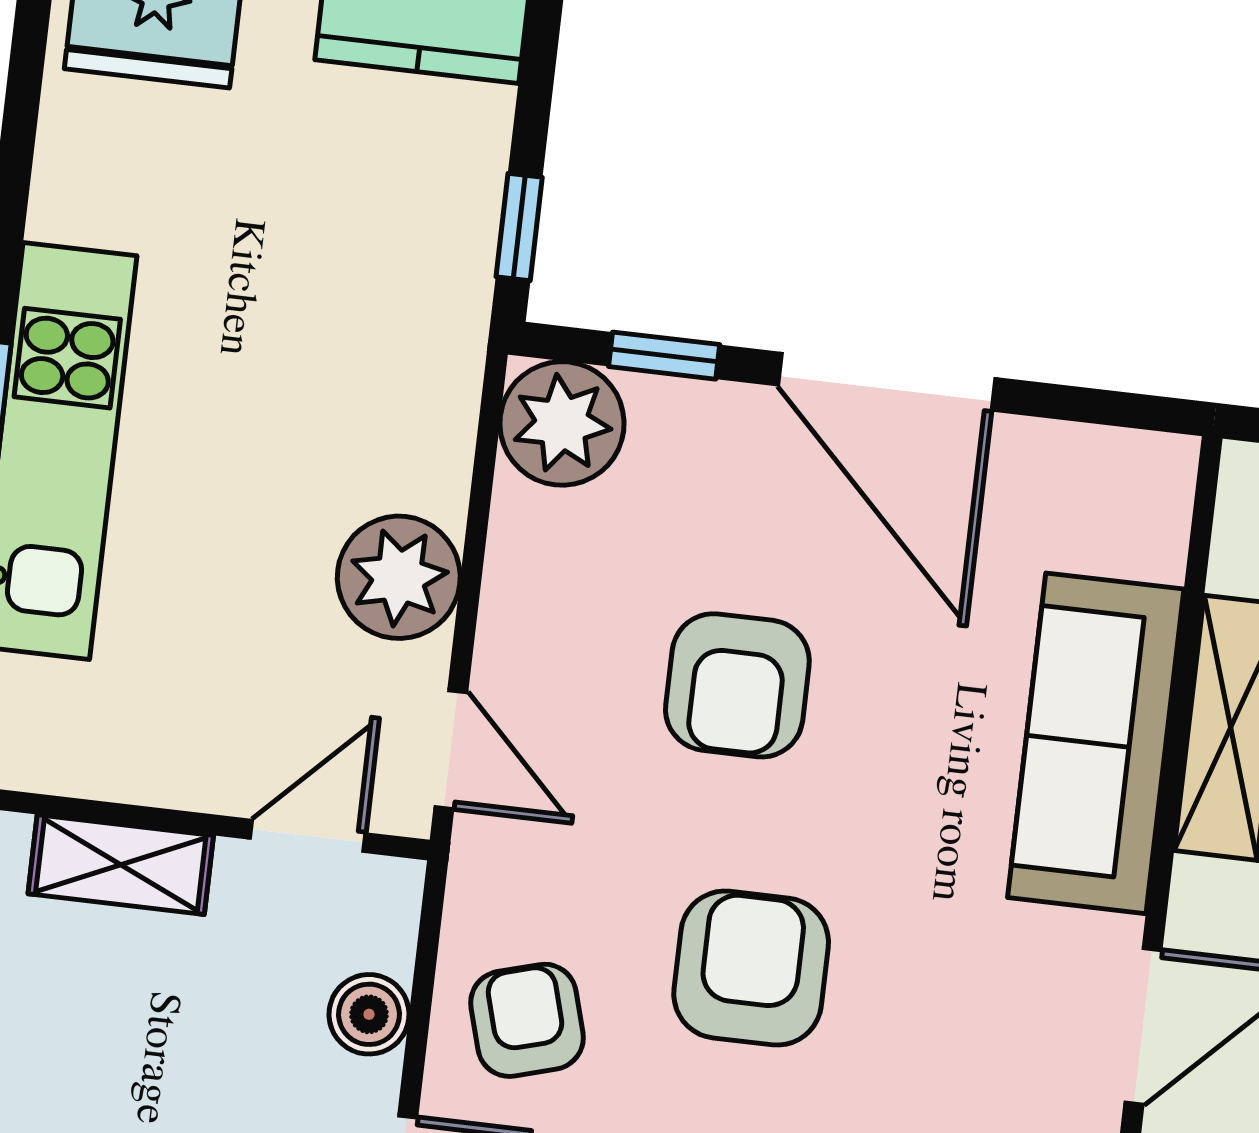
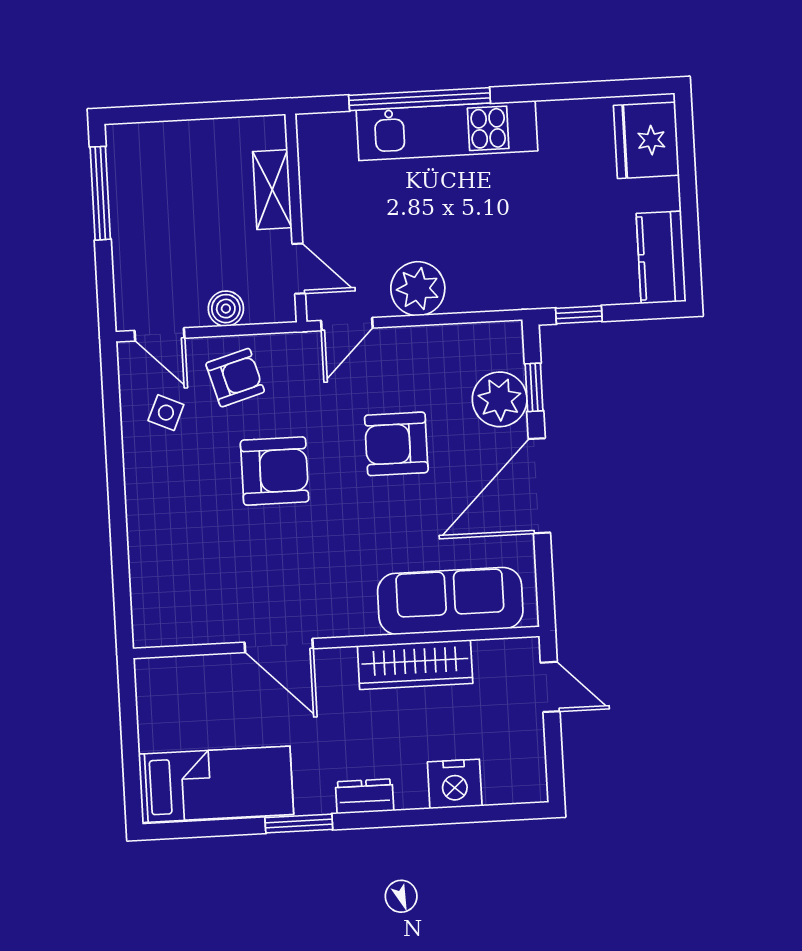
plant: (562, 423) -> (500, 399), moved
sofa: (1096, 743) -> (450, 601), moved

